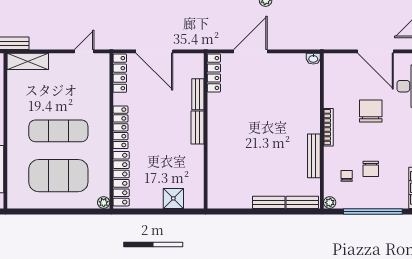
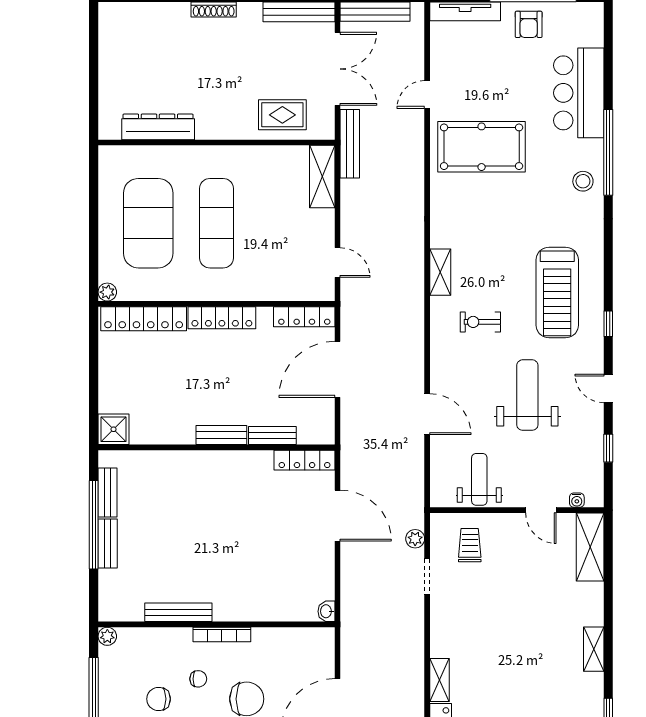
chair: (347, 176) -> (198, 679), moved
shower: (173, 198) -> (114, 429), moved
bench: (302, 202) -> (108, 493), moved
window: (256, 211) -> (94, 525), added

